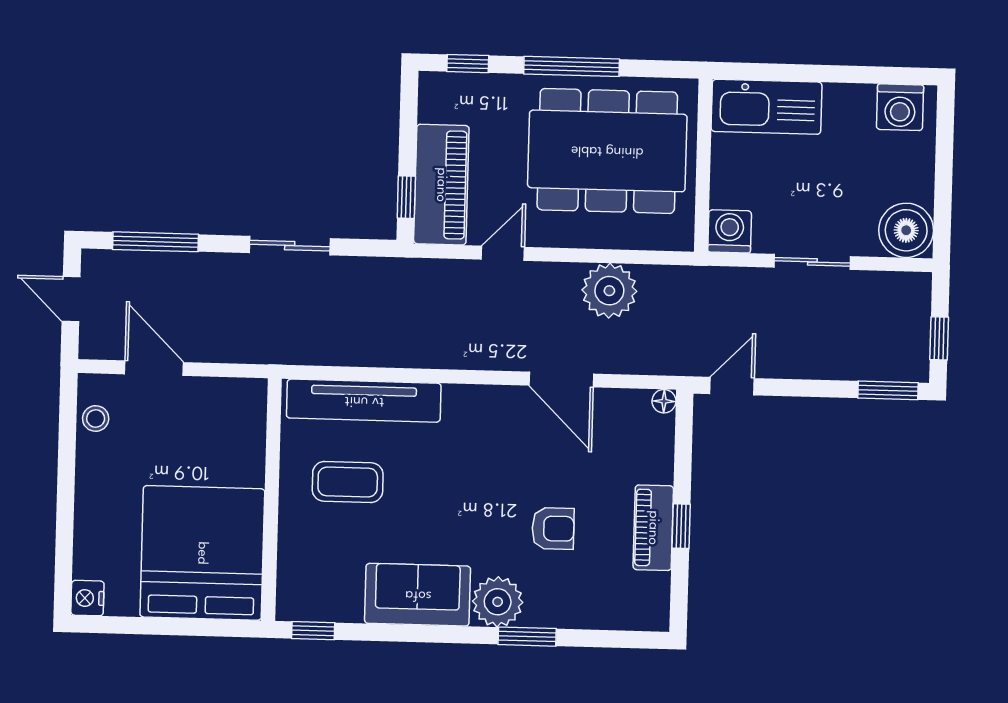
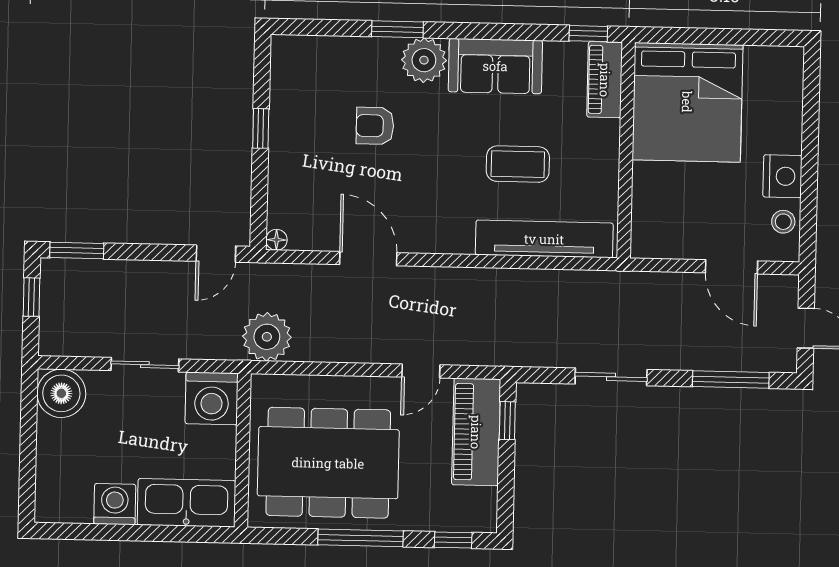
washing machine: (900, 107) -> (115, 504), moved
washing machine: (730, 231) -> (212, 398), width x1.37, depth x1.37
plant: (609, 291) -> (267, 337), moved
coffee table: (348, 482) -> (518, 164), moved
piano: (653, 528) -> (605, 80), moved, turned 180
nightstand: (87, 598) -> (782, 176), moved, width x1.36, depth x1.33

